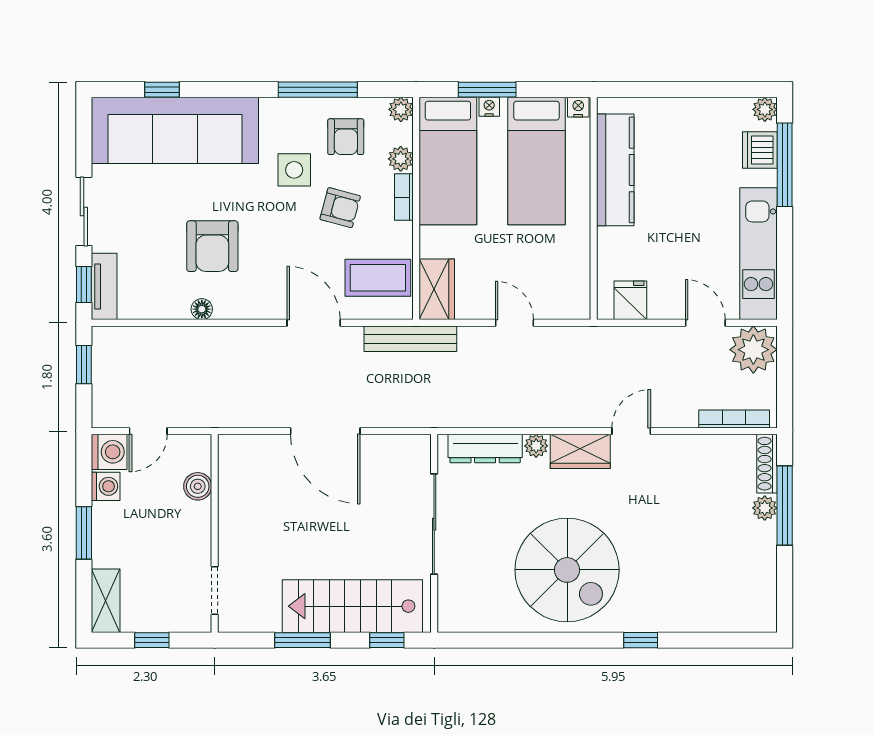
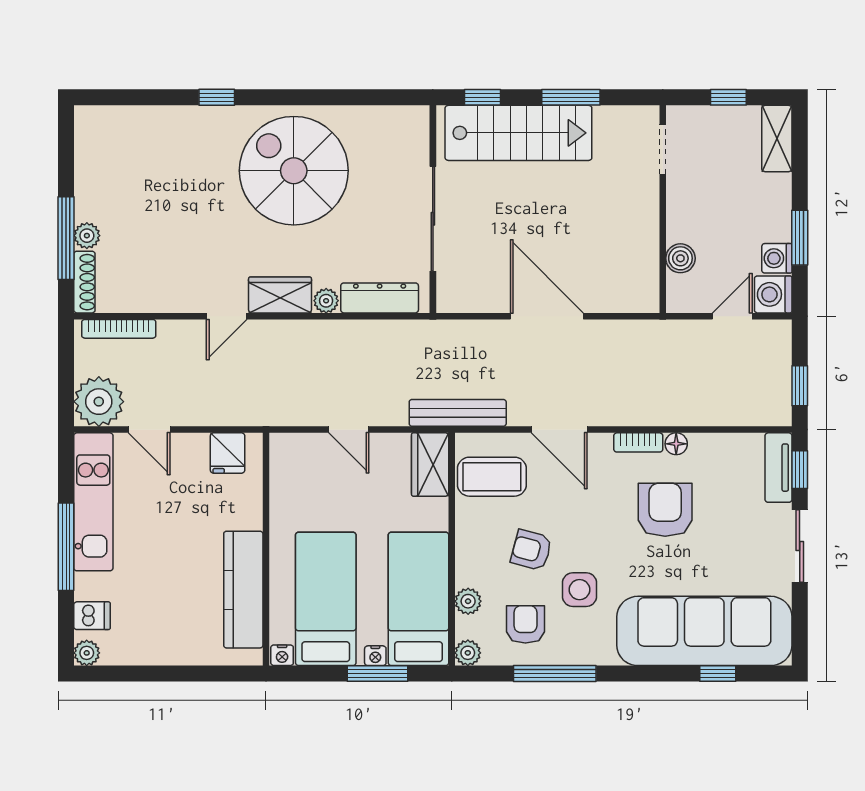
dishwasher: (760, 150) -> (92, 616), width x0.73
window: (785, 165) -> (66, 547), moved
bookcase: (404, 197) -> (638, 442), moved, turned 90
window: (84, 533) -> (800, 238), moved

